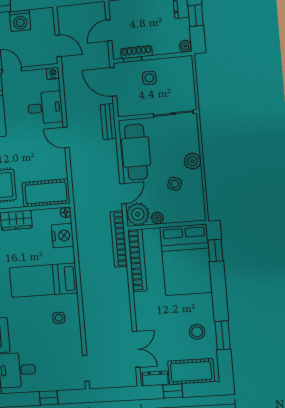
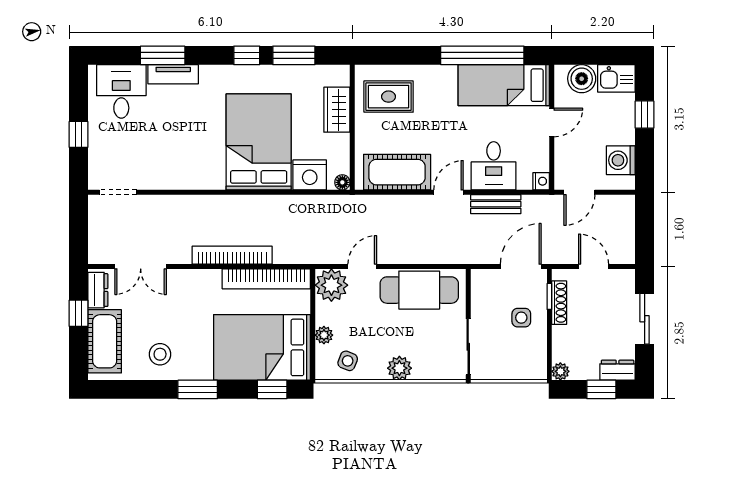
washing machine: (20, 21) -> (621, 160), moved
bench: (108, 122) -> (496, 204), moved
side table: (175, 184) -> (348, 361), moved
cot: (46, 193) -> (397, 172), moved, turned 90
door: (123, 194) -> (362, 266), swing flipped
plant: (157, 218) -> (324, 335), moved
bookcase: (119, 239) -> (232, 255), moved
bed: (43, 280) -> (259, 142), width x1.50
side table: (59, 318) -> (193, 159), removed
window: (223, 335) -> (198, 389), moved

